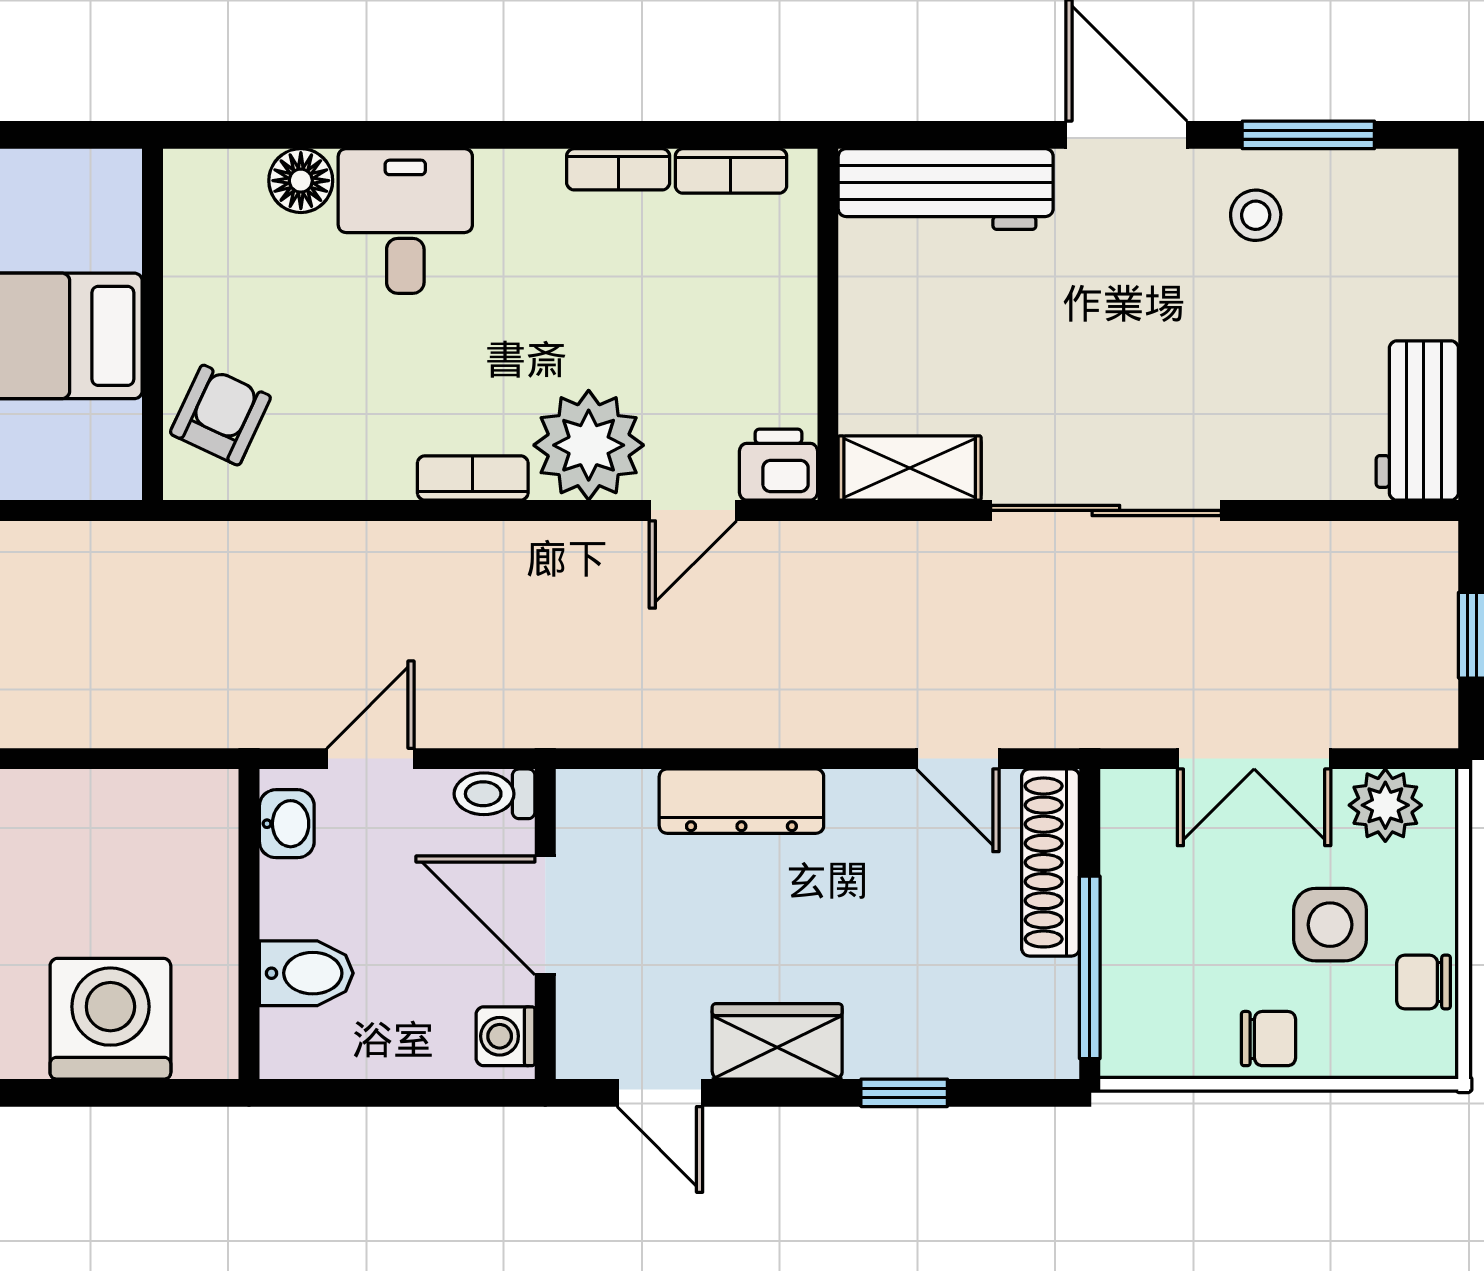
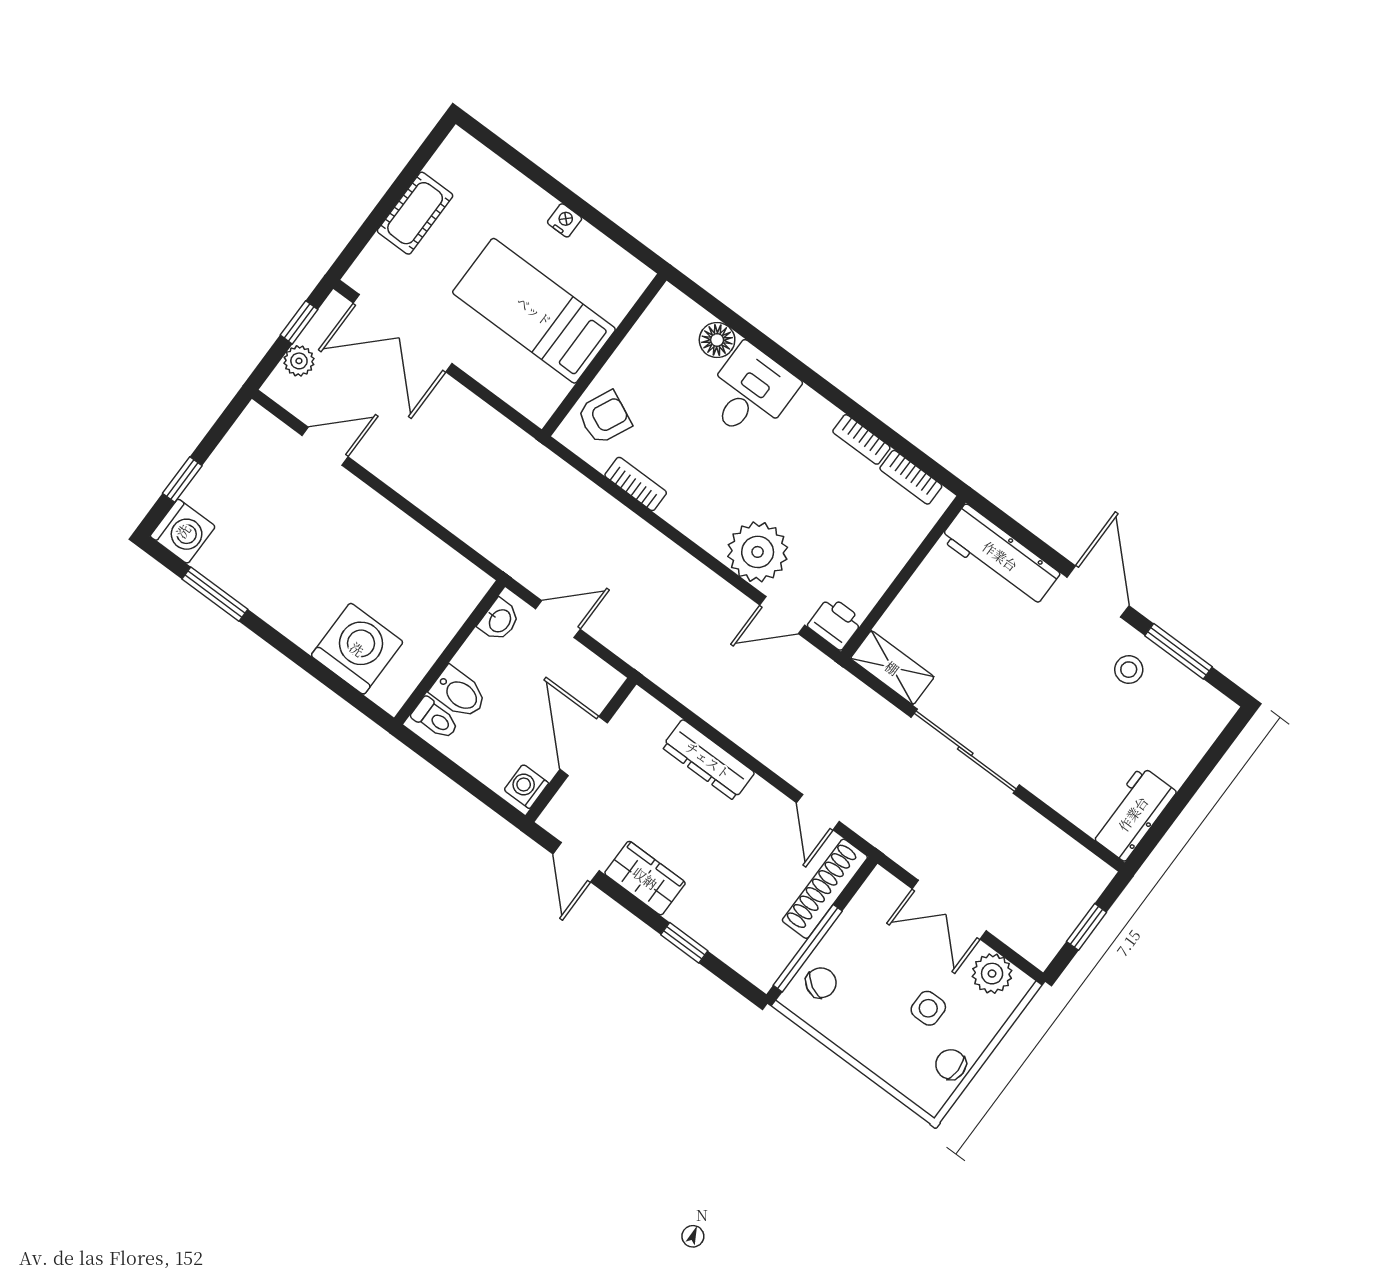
bookcase: (473, 478) -> (636, 484), moved
toilet: (495, 794) -> (435, 719), moved, turned 180
side table: (1330, 925) -> (928, 1008), width x0.73, depth x0.73
chair: (1269, 1039) -> (821, 983), moved, turned -61

